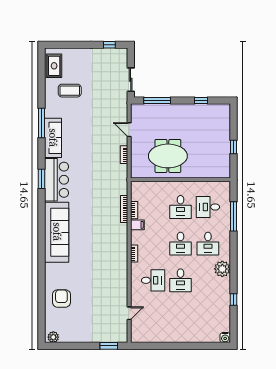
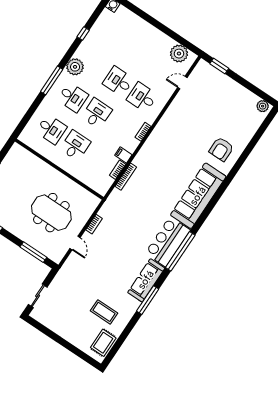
window: (109, 45) -> (43, 329), removed
sliding door: (131, 80) -> (38, 296), moved
meeting table: (168, 156) -> (51, 213), moved
window: (42, 179) -> (180, 251), width x2.11
window: (233, 216) -> (52, 80), moved
desk: (208, 244) -> (73, 97), turned 90
desk: (181, 280) -> (118, 81), turned -90
armchair: (61, 298) -> (221, 149), moved
plant: (147, 334) -> (179, 54), added

